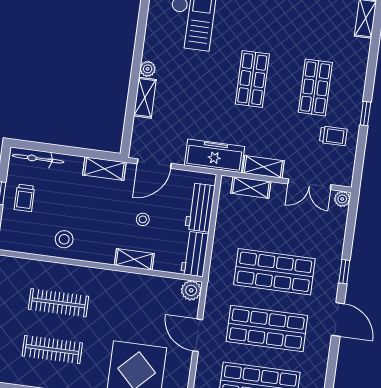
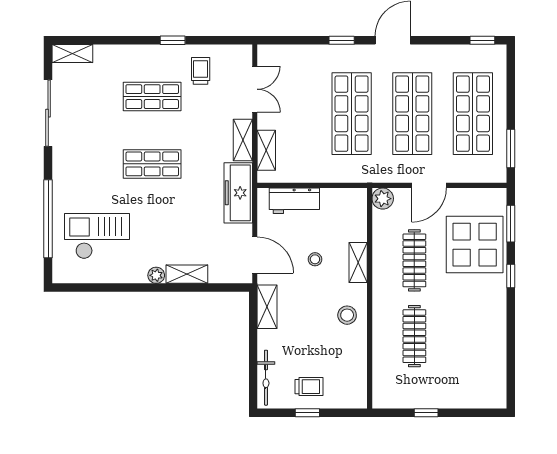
plant: (342, 199) -> (266, 53), removed
stool: (64, 239) -> (347, 315), moved
workbench: (195, 254) -> (344, 200), removed
clothes rail: (52, 349) -> (414, 260), moved

